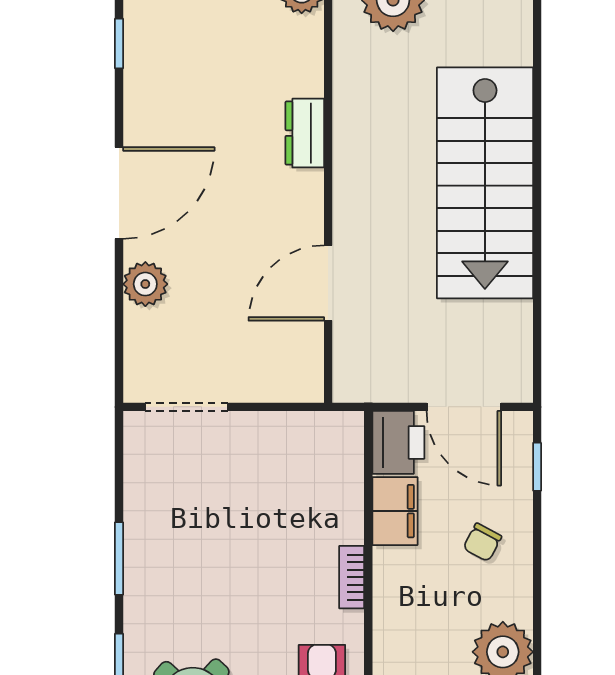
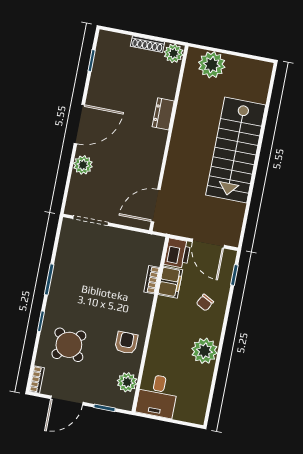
door: (328, 283) -> (156, 206), moved
bookcase: (352, 577) -> (152, 280), moved

